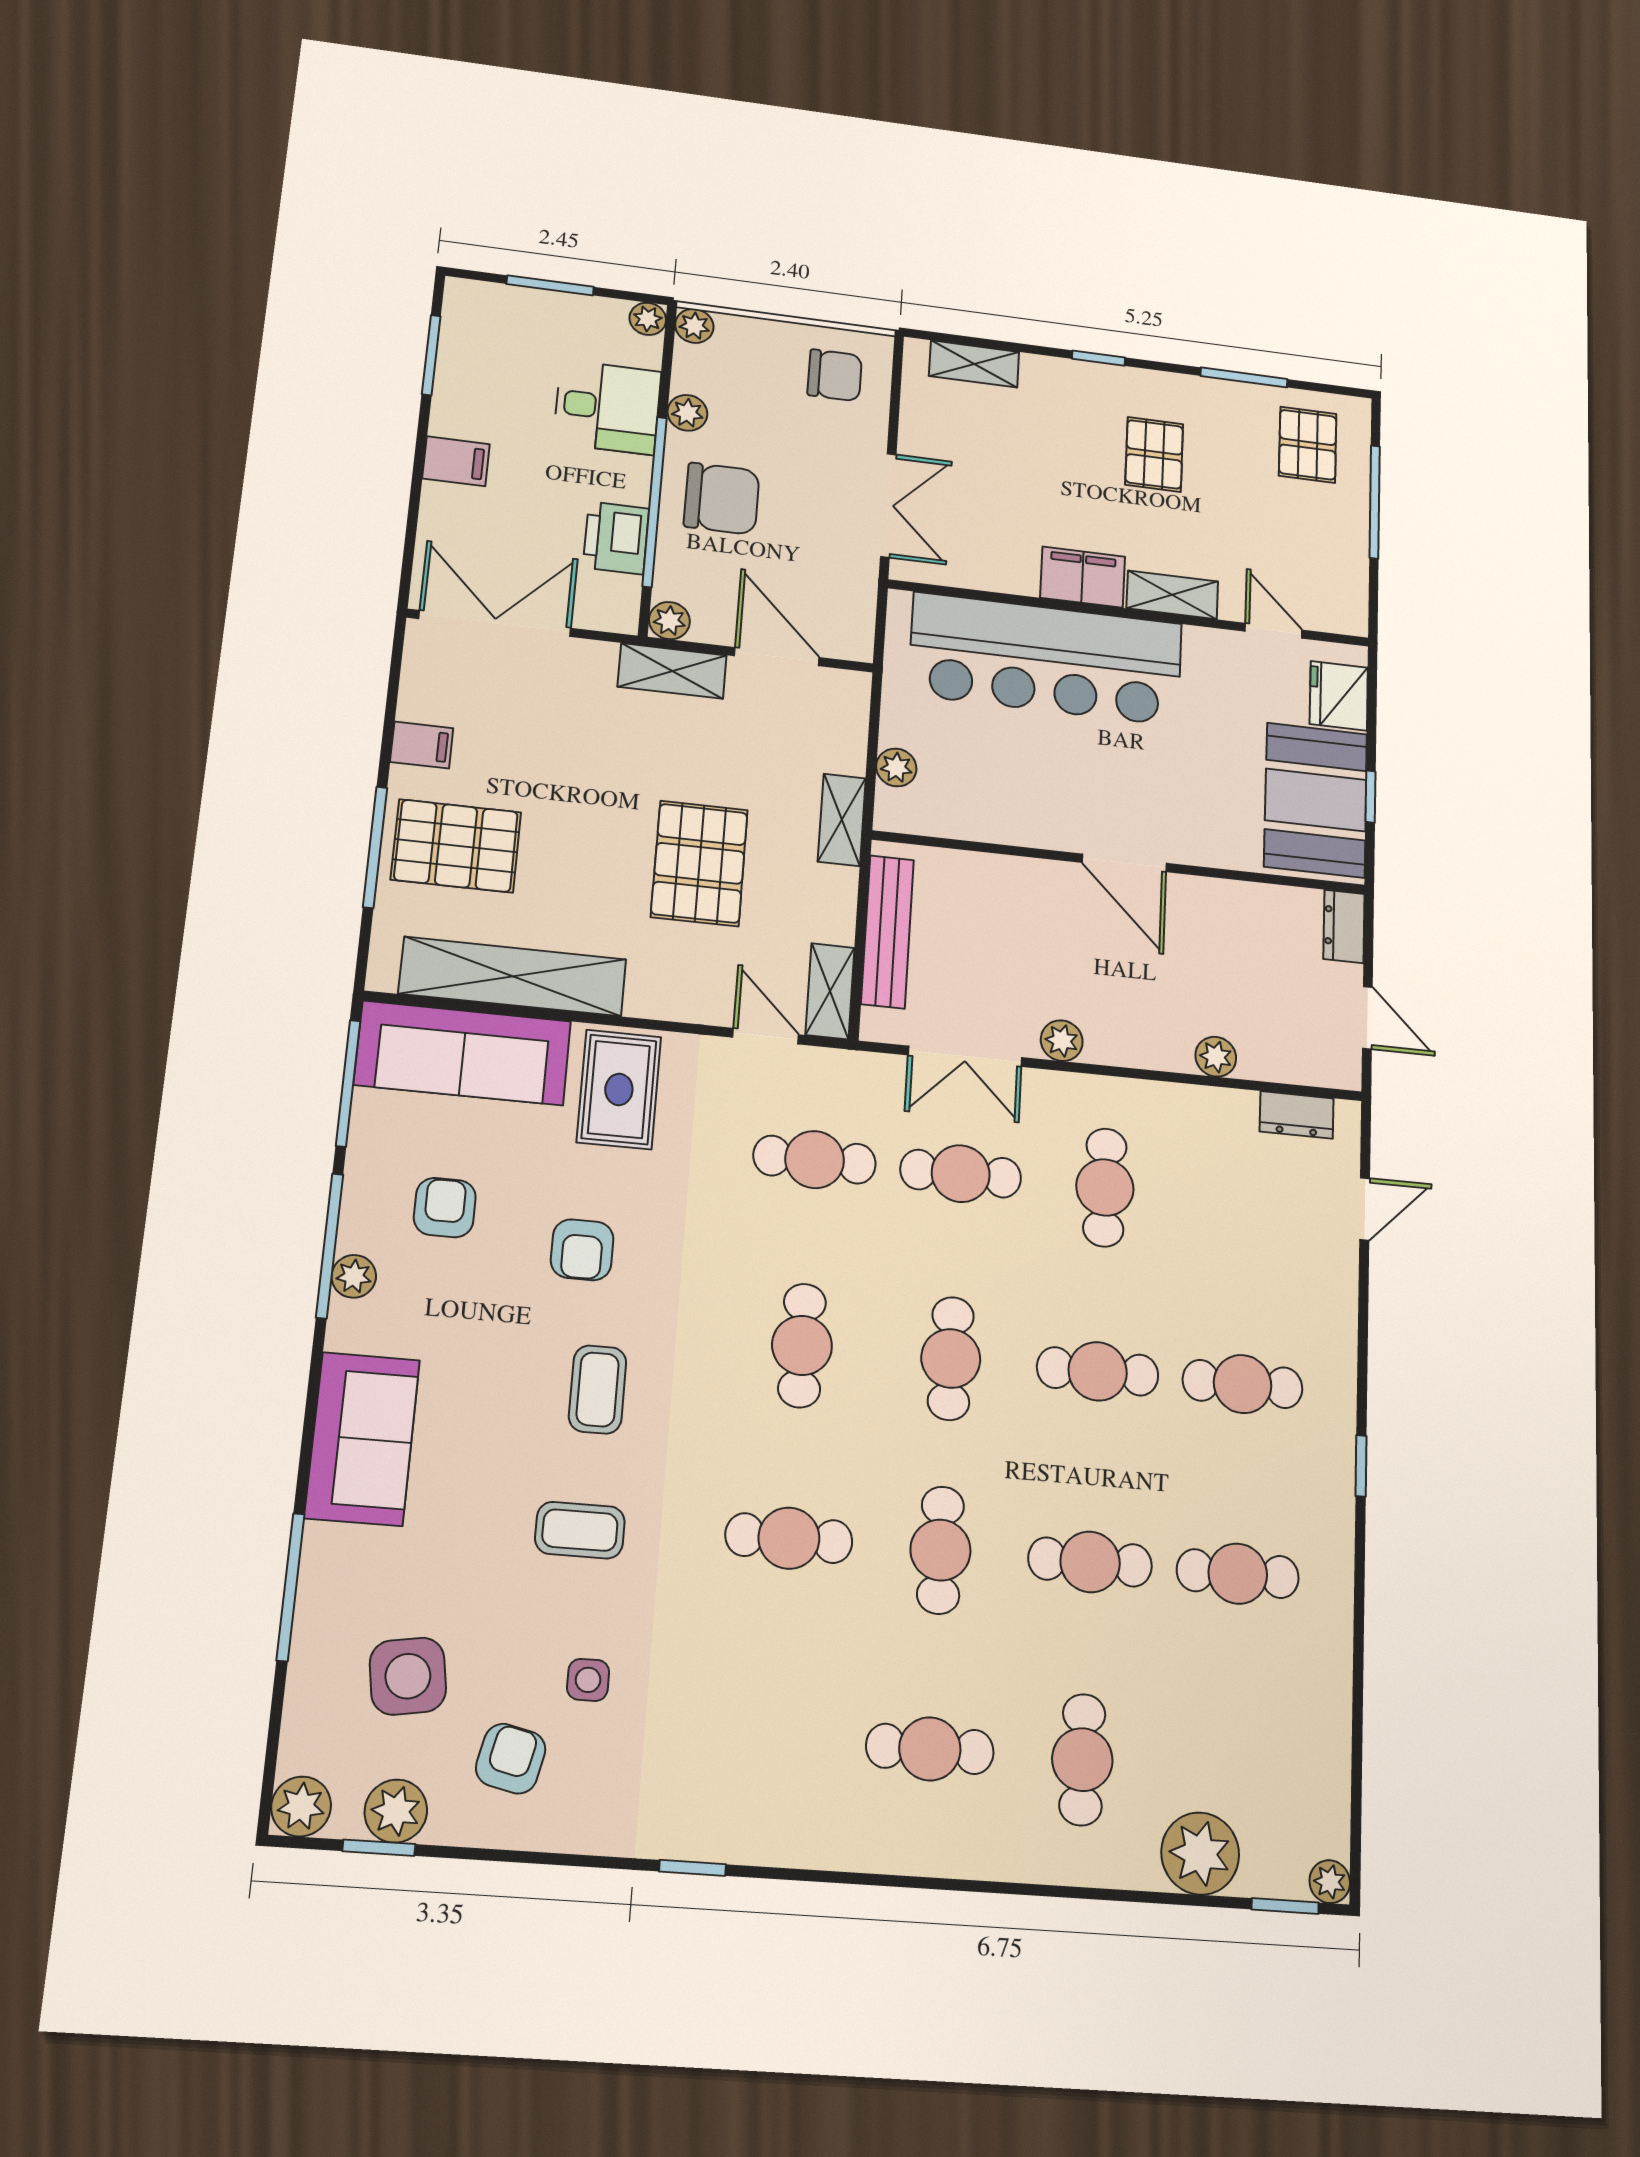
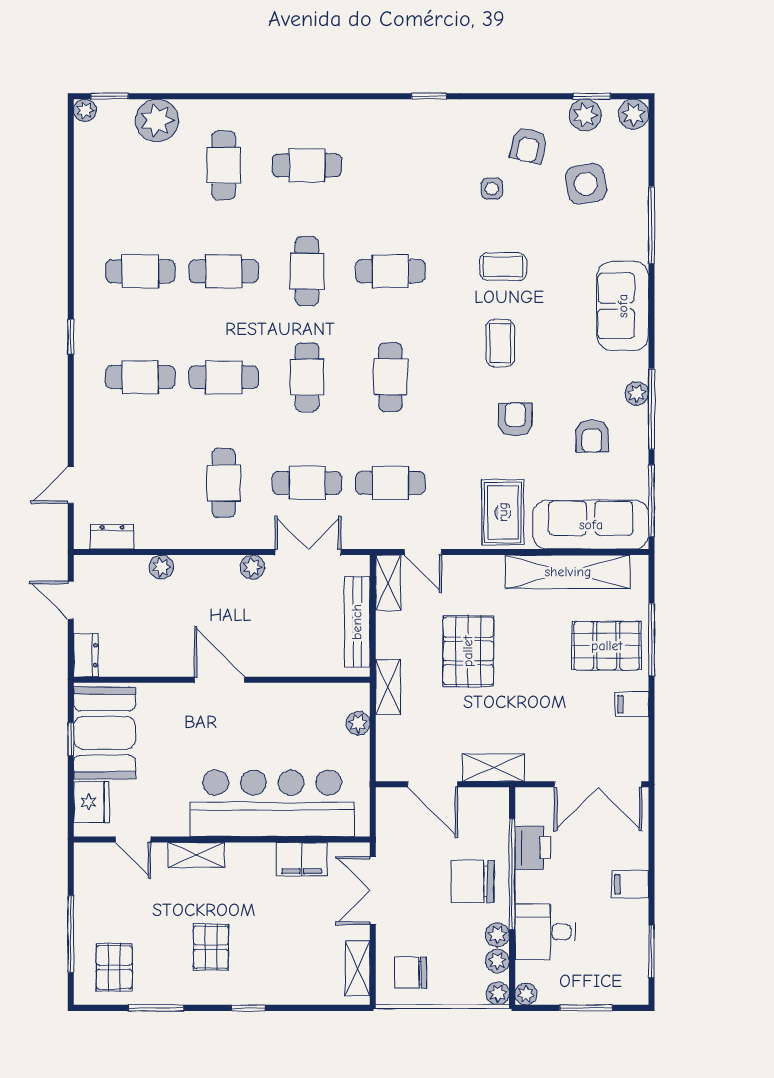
shelving: (974, 364) -> (358, 968), moved, turned 90
filing cabinet: (1083, 577) -> (302, 859), moved
plant: (669, 621) -> (497, 961), moved

